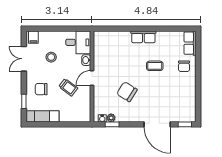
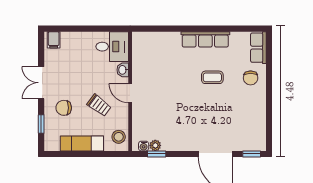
row of seats: (143, 37) -> (205, 39), width x1.48
stool: (51, 57) -> (119, 137), moved
double door: (24, 59) -> (41, 83), moved
door: (92, 78) -> (130, 93), hinge flipped
chair: (127, 92) -> (176, 111), removed
exam couch: (43, 116) -> (82, 143), moved

